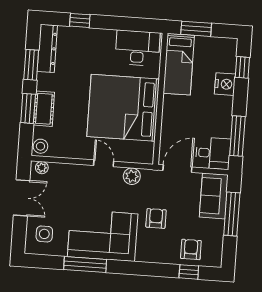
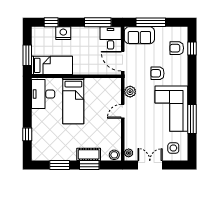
dresser: (47, 48) -> (48, 155), removed
bed: (123, 108) -> (73, 101), width x0.49

